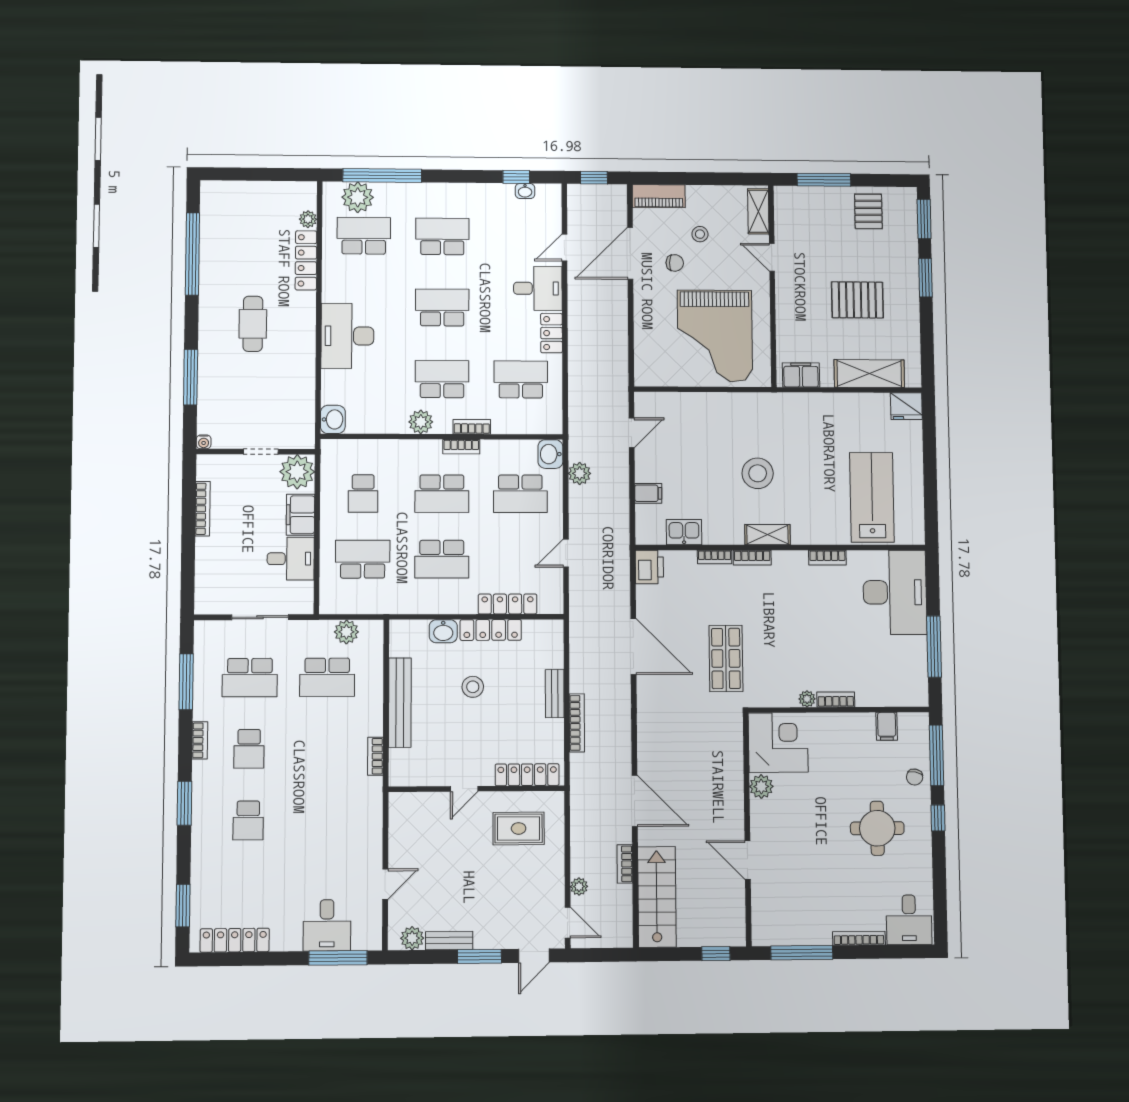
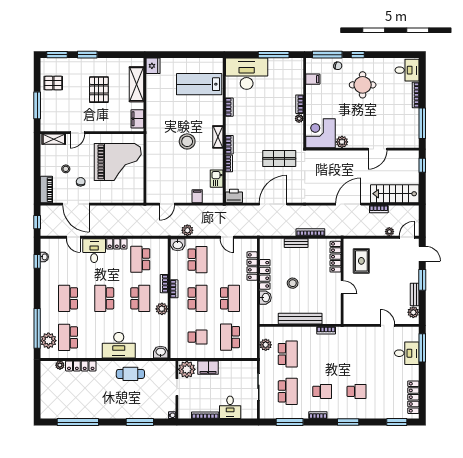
cafe table: (253, 324) -> (130, 374), moved
school desk: (442, 379) -> (140, 298), turned 180
door: (632, 433) -> (167, 204), swing flipped
desk: (291, 559) -> (230, 407), moved, turned 180

